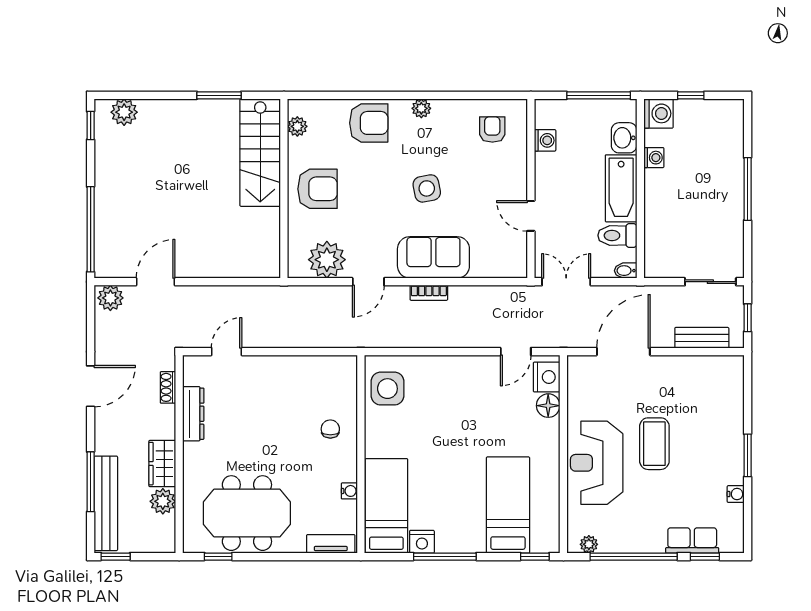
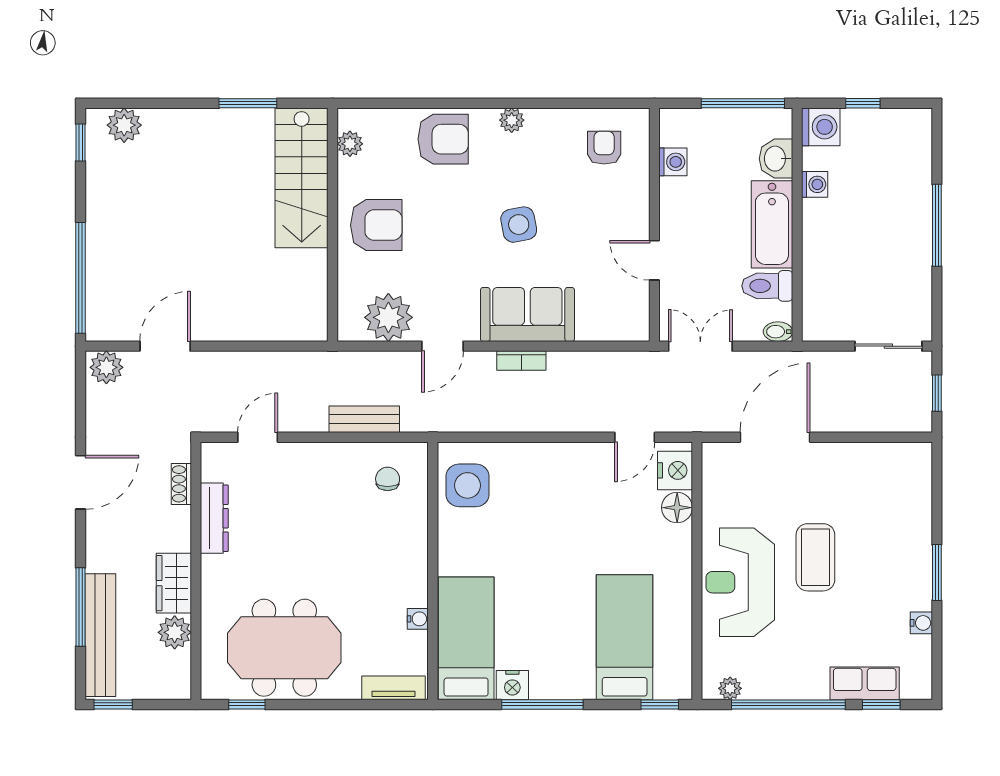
bench: (702, 338) -> (364, 419), moved
chair: (330, 429) -> (388, 479), moved

